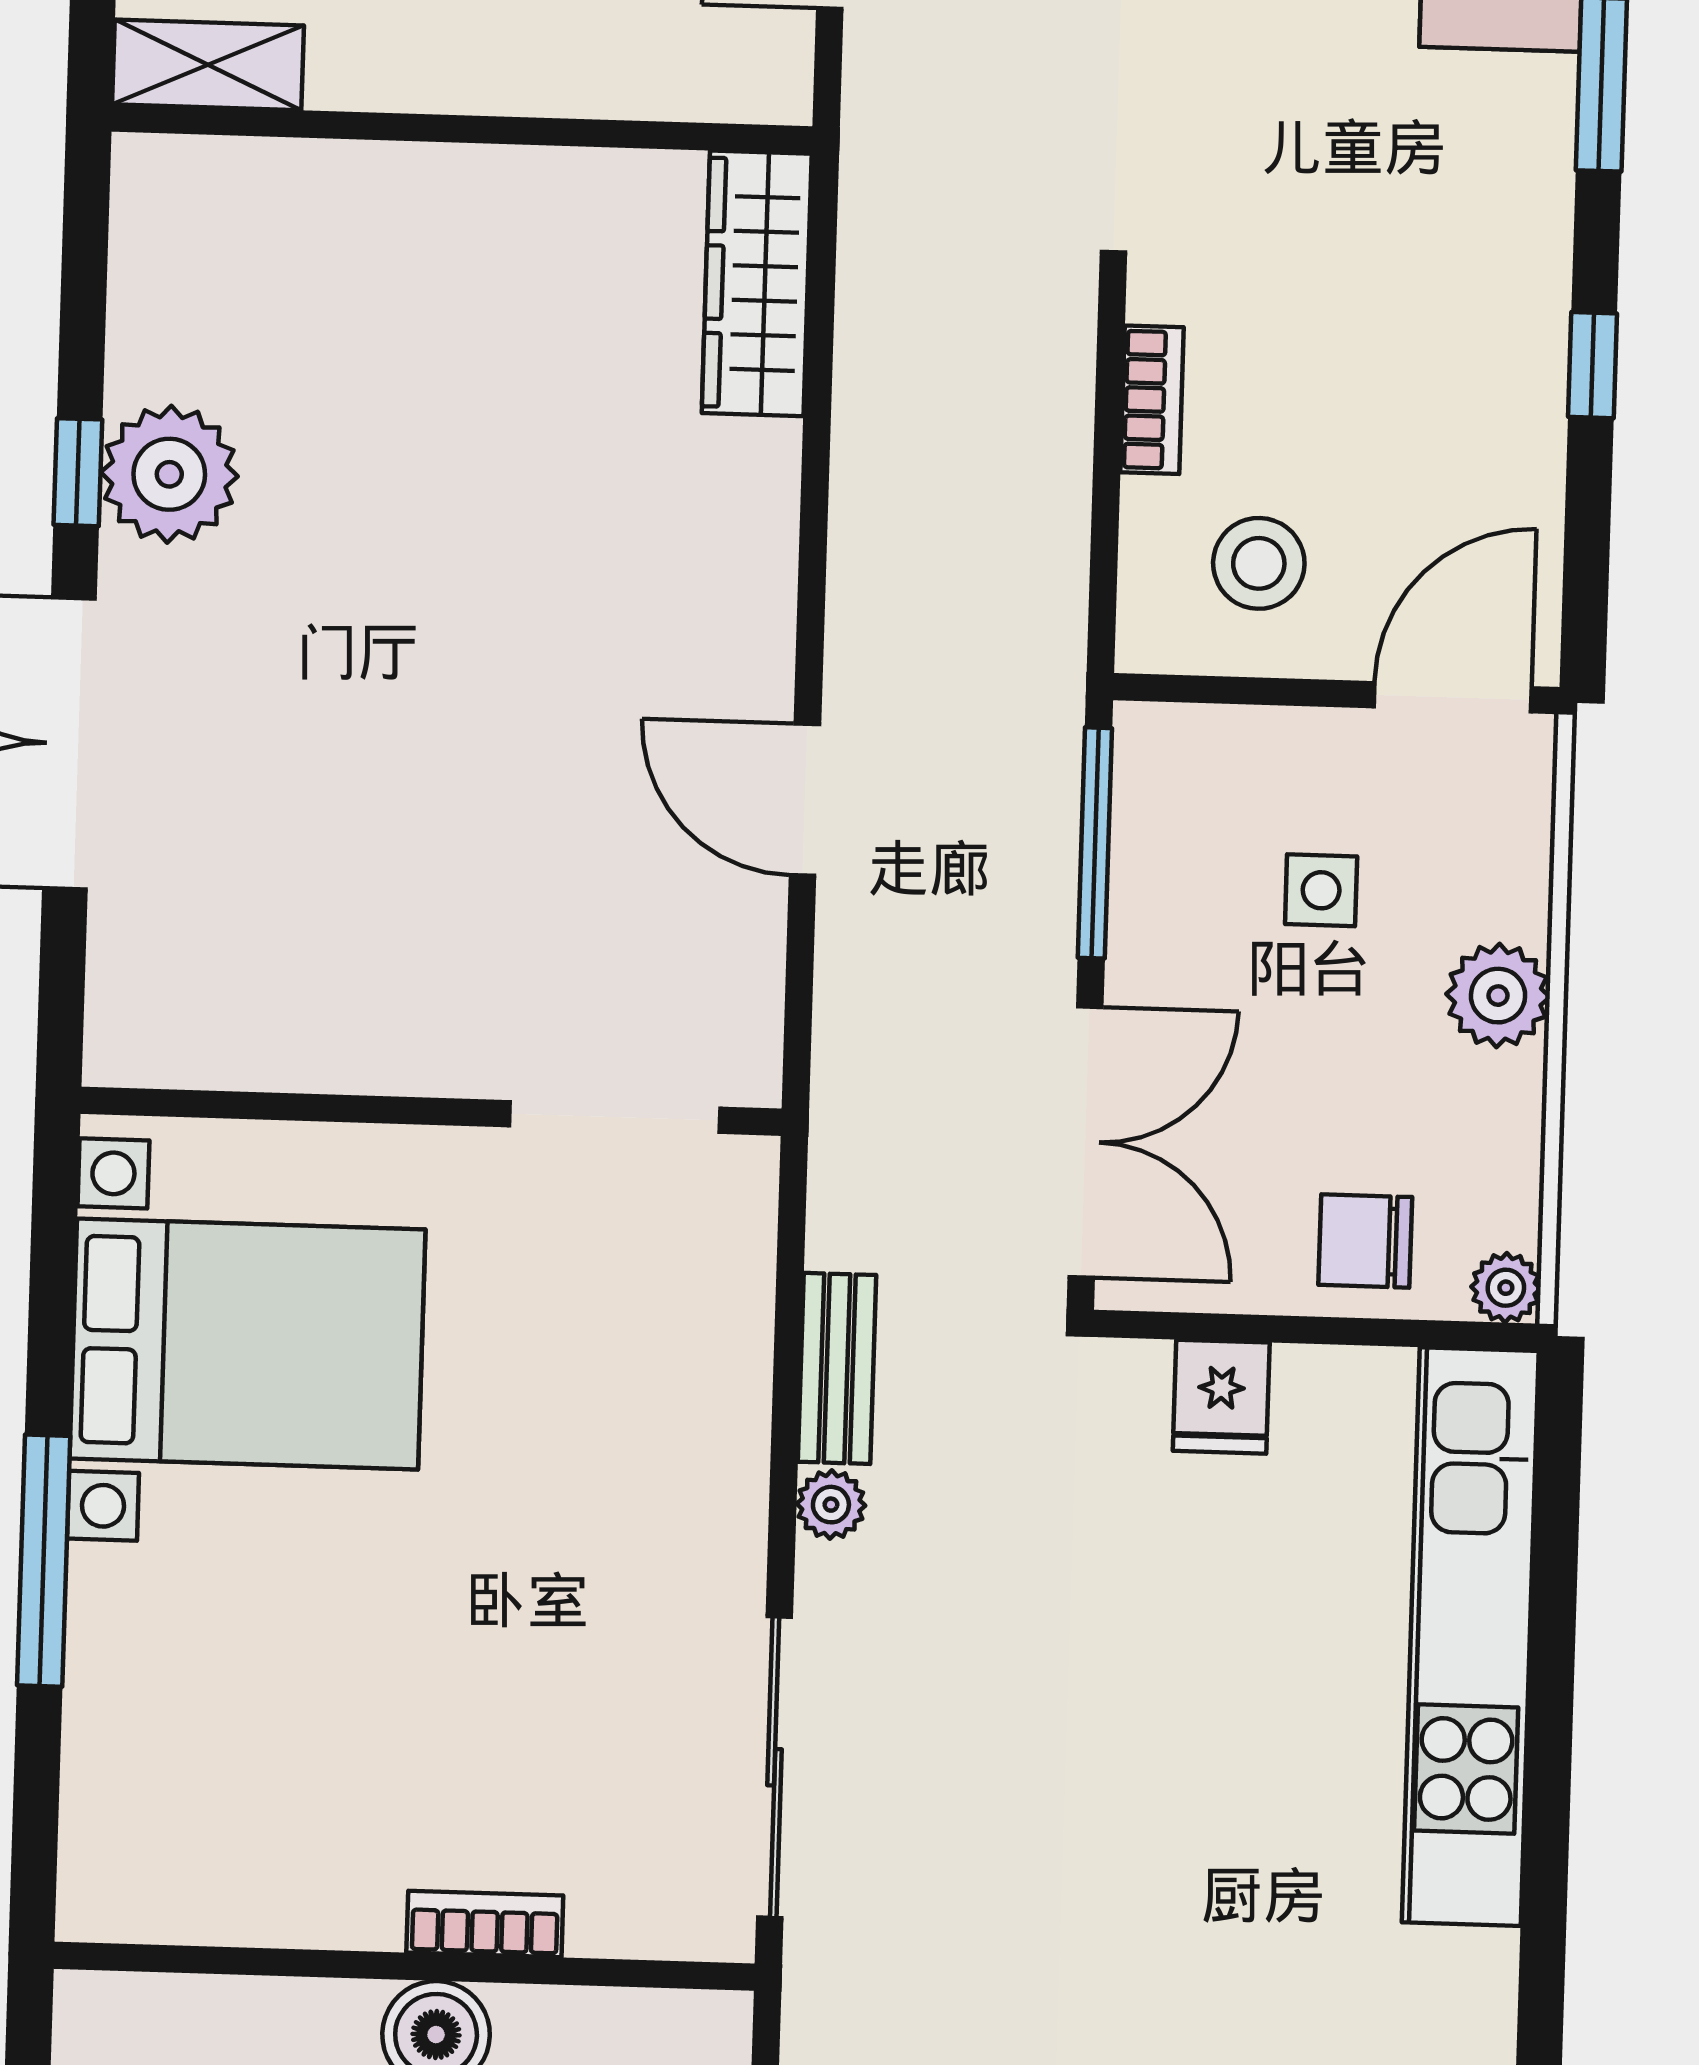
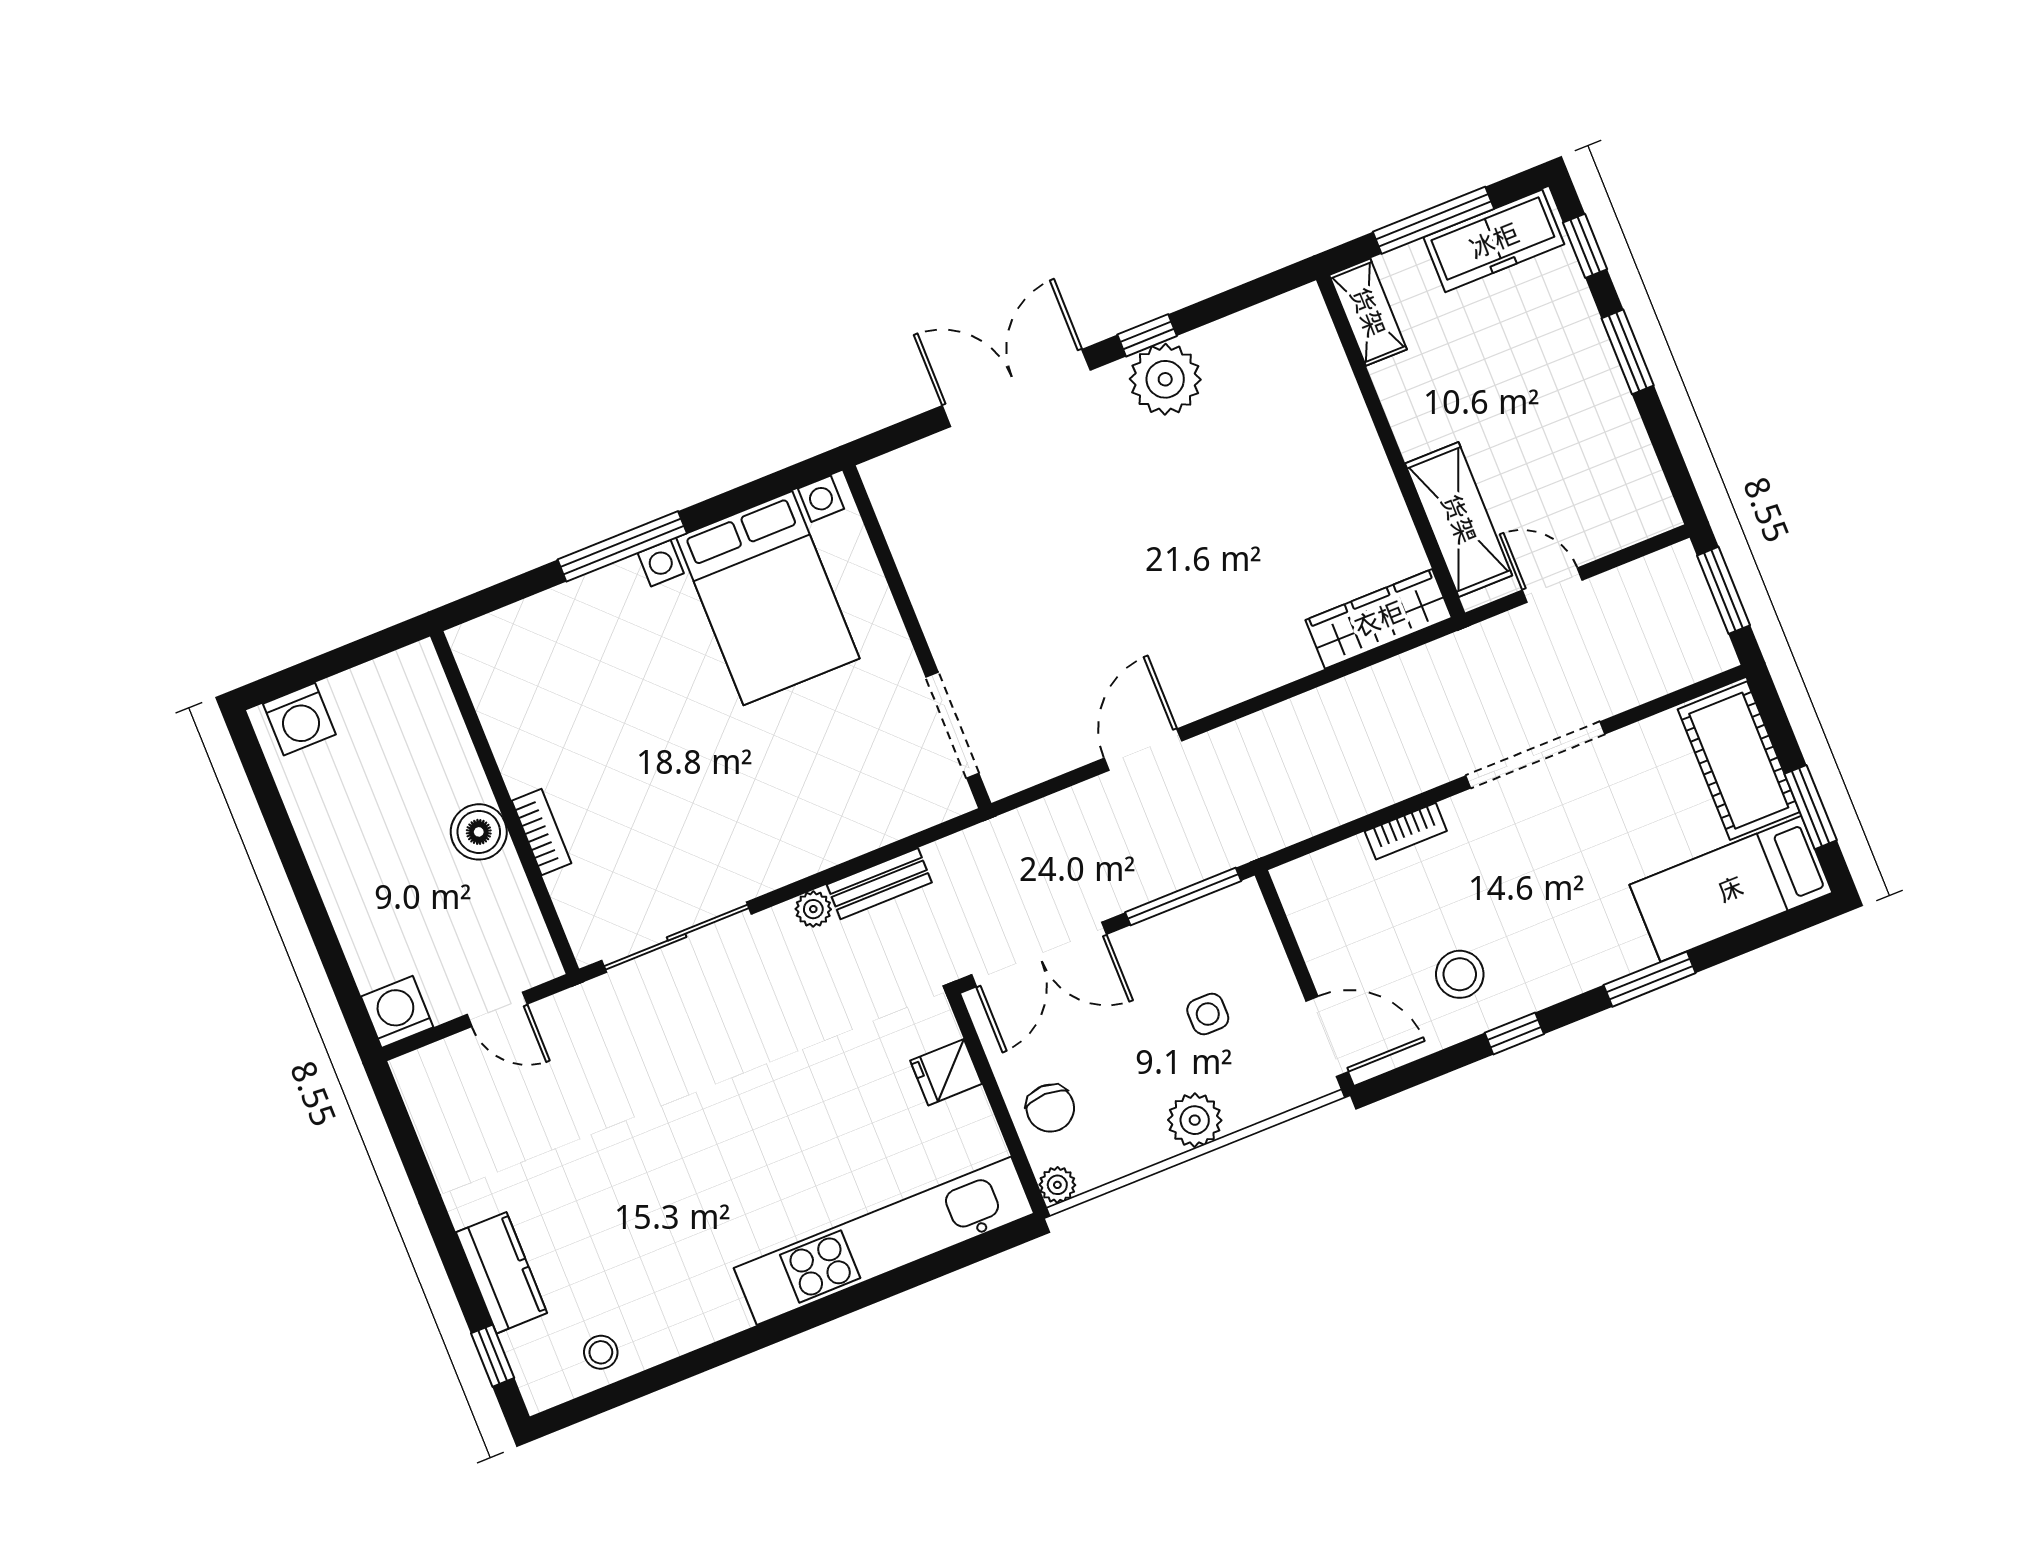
shelving: (643, 66) -> (1459, 519), added
stool: (1259, 563) -> (1460, 974), moved
chair: (1365, 1241) -> (1050, 1108), turned 180

